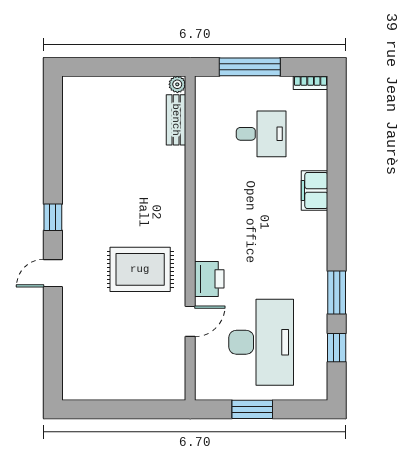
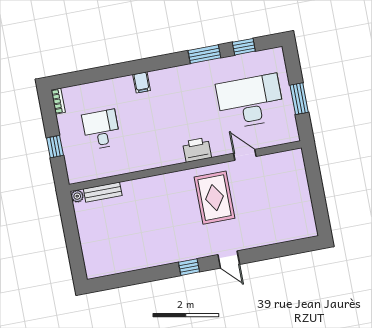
window: (250, 67) -> (55, 147), width x0.46
filing cabinet: (314, 190) -> (142, 82), width x0.50
printer: (209, 279) -> (197, 150), moved

